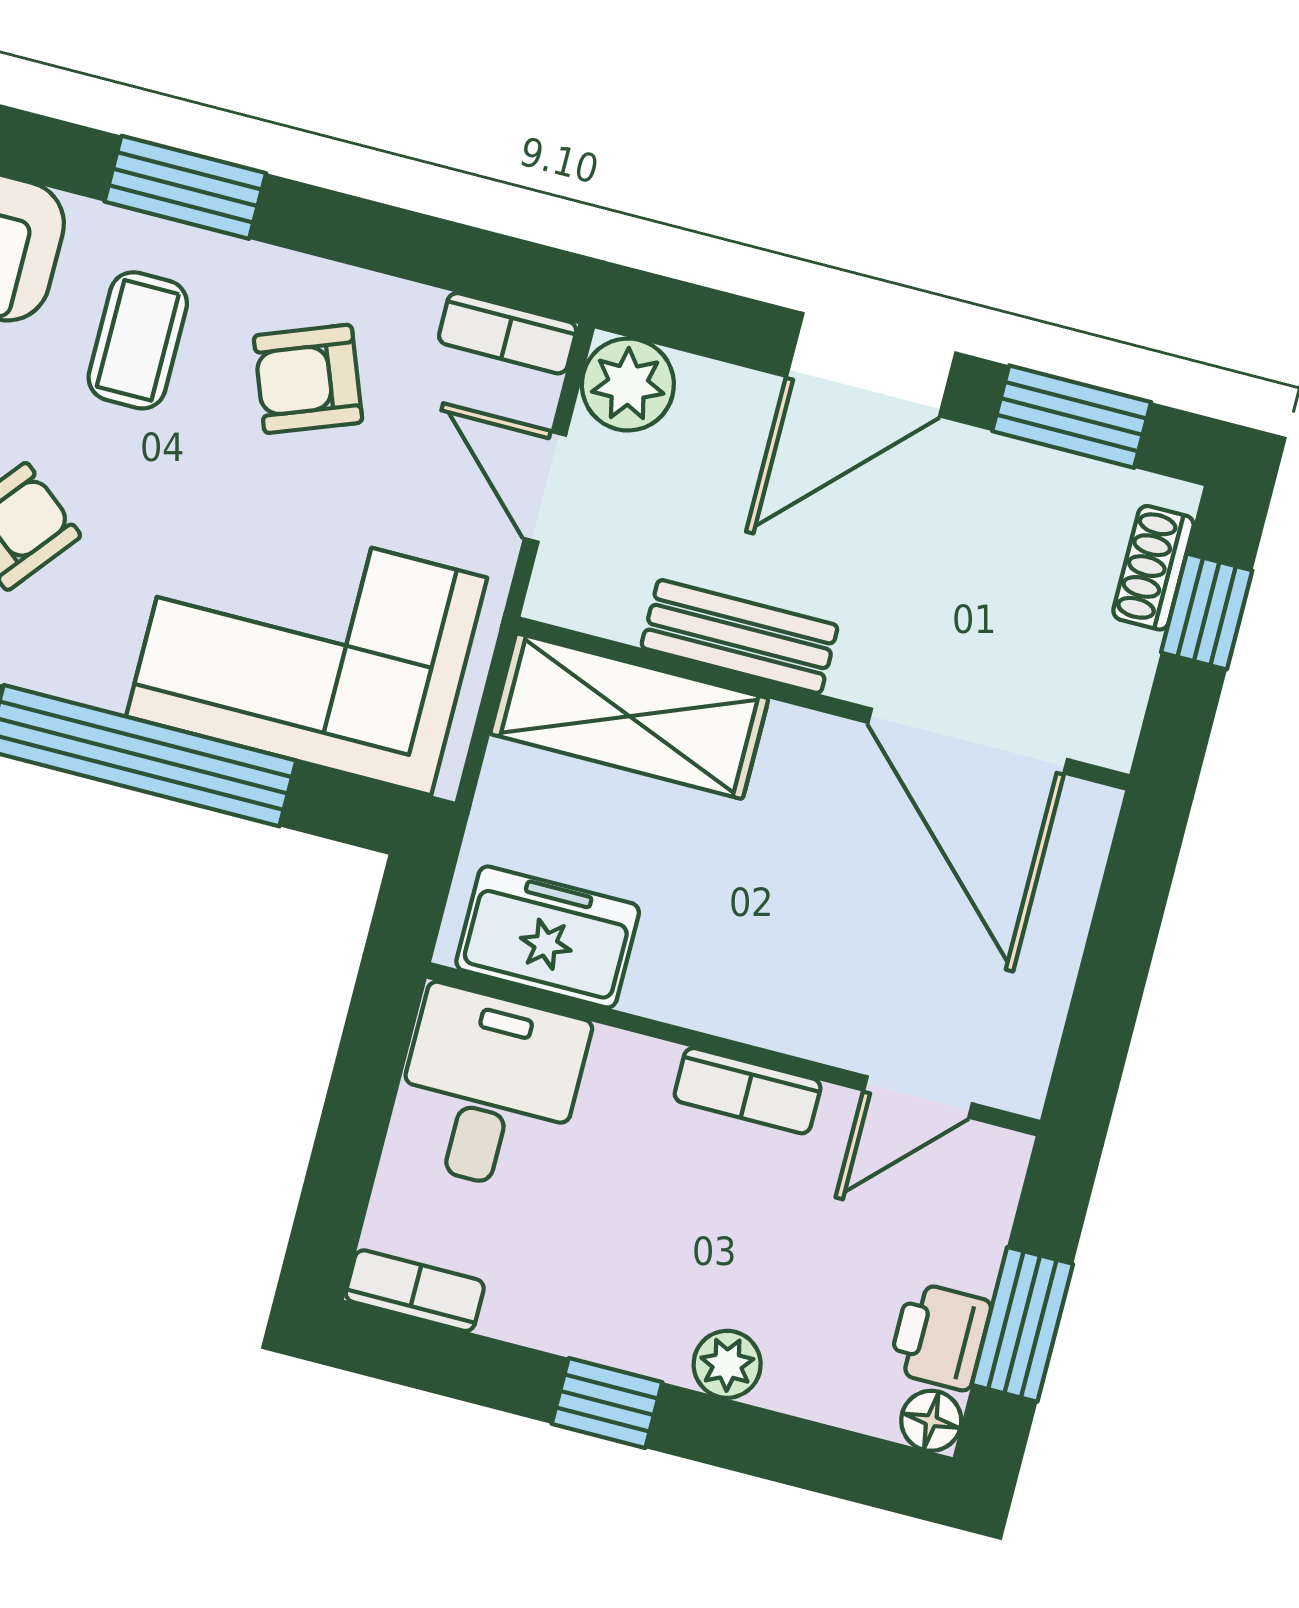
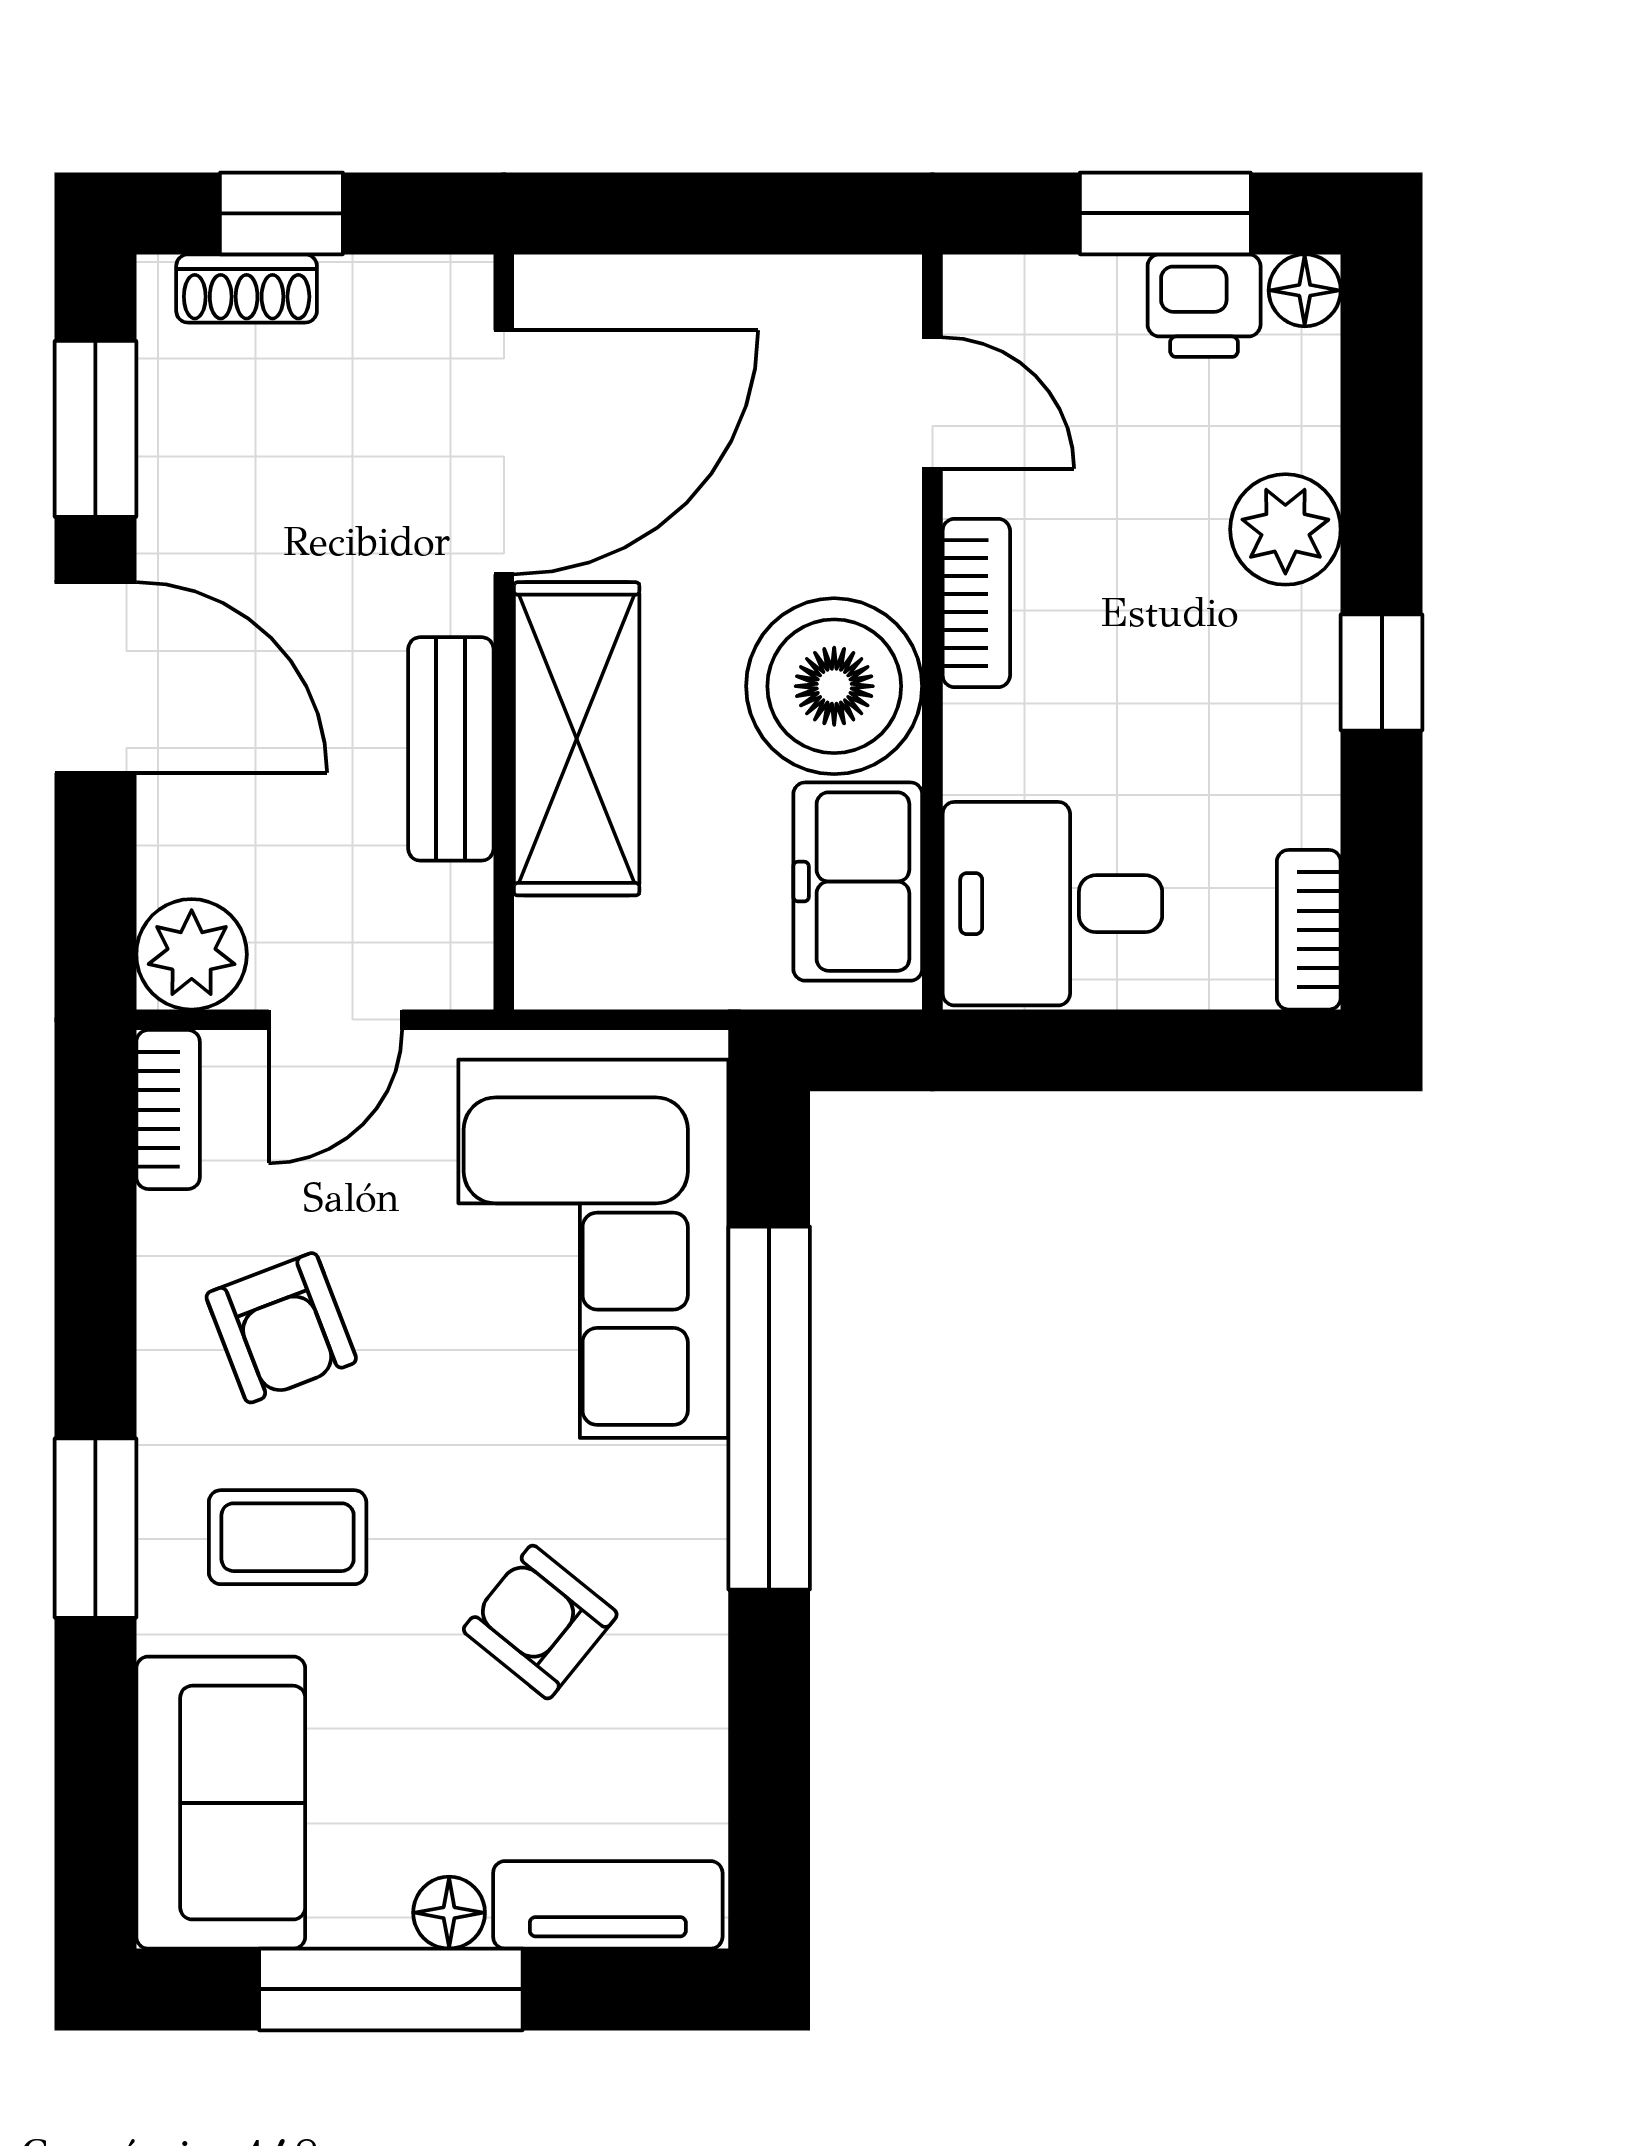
shelving: (629, 716) -> (577, 739), moved
boiler: (710, 959) -> (834, 686), added
plant: (727, 1364) -> (1285, 529), width x1.38, depth x1.38

